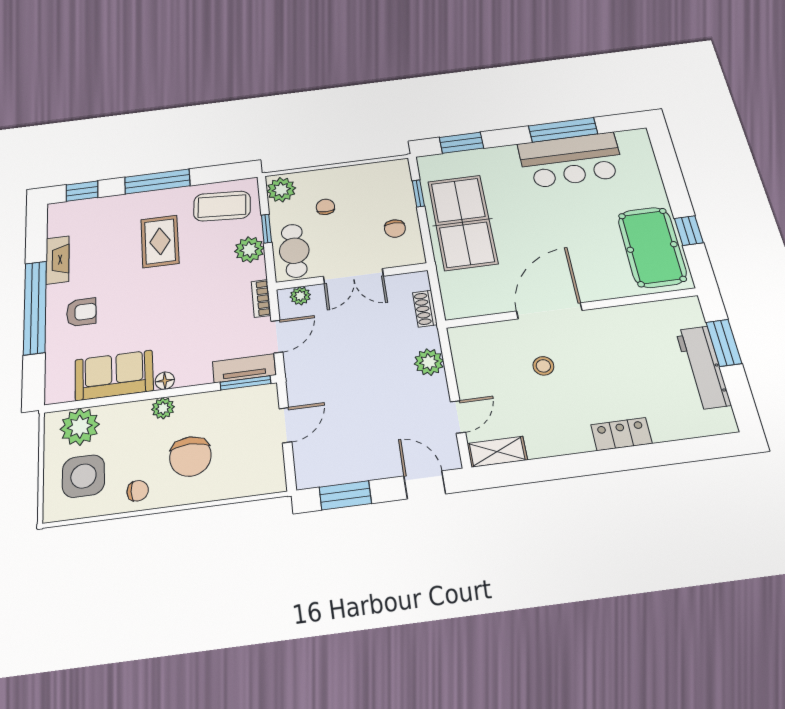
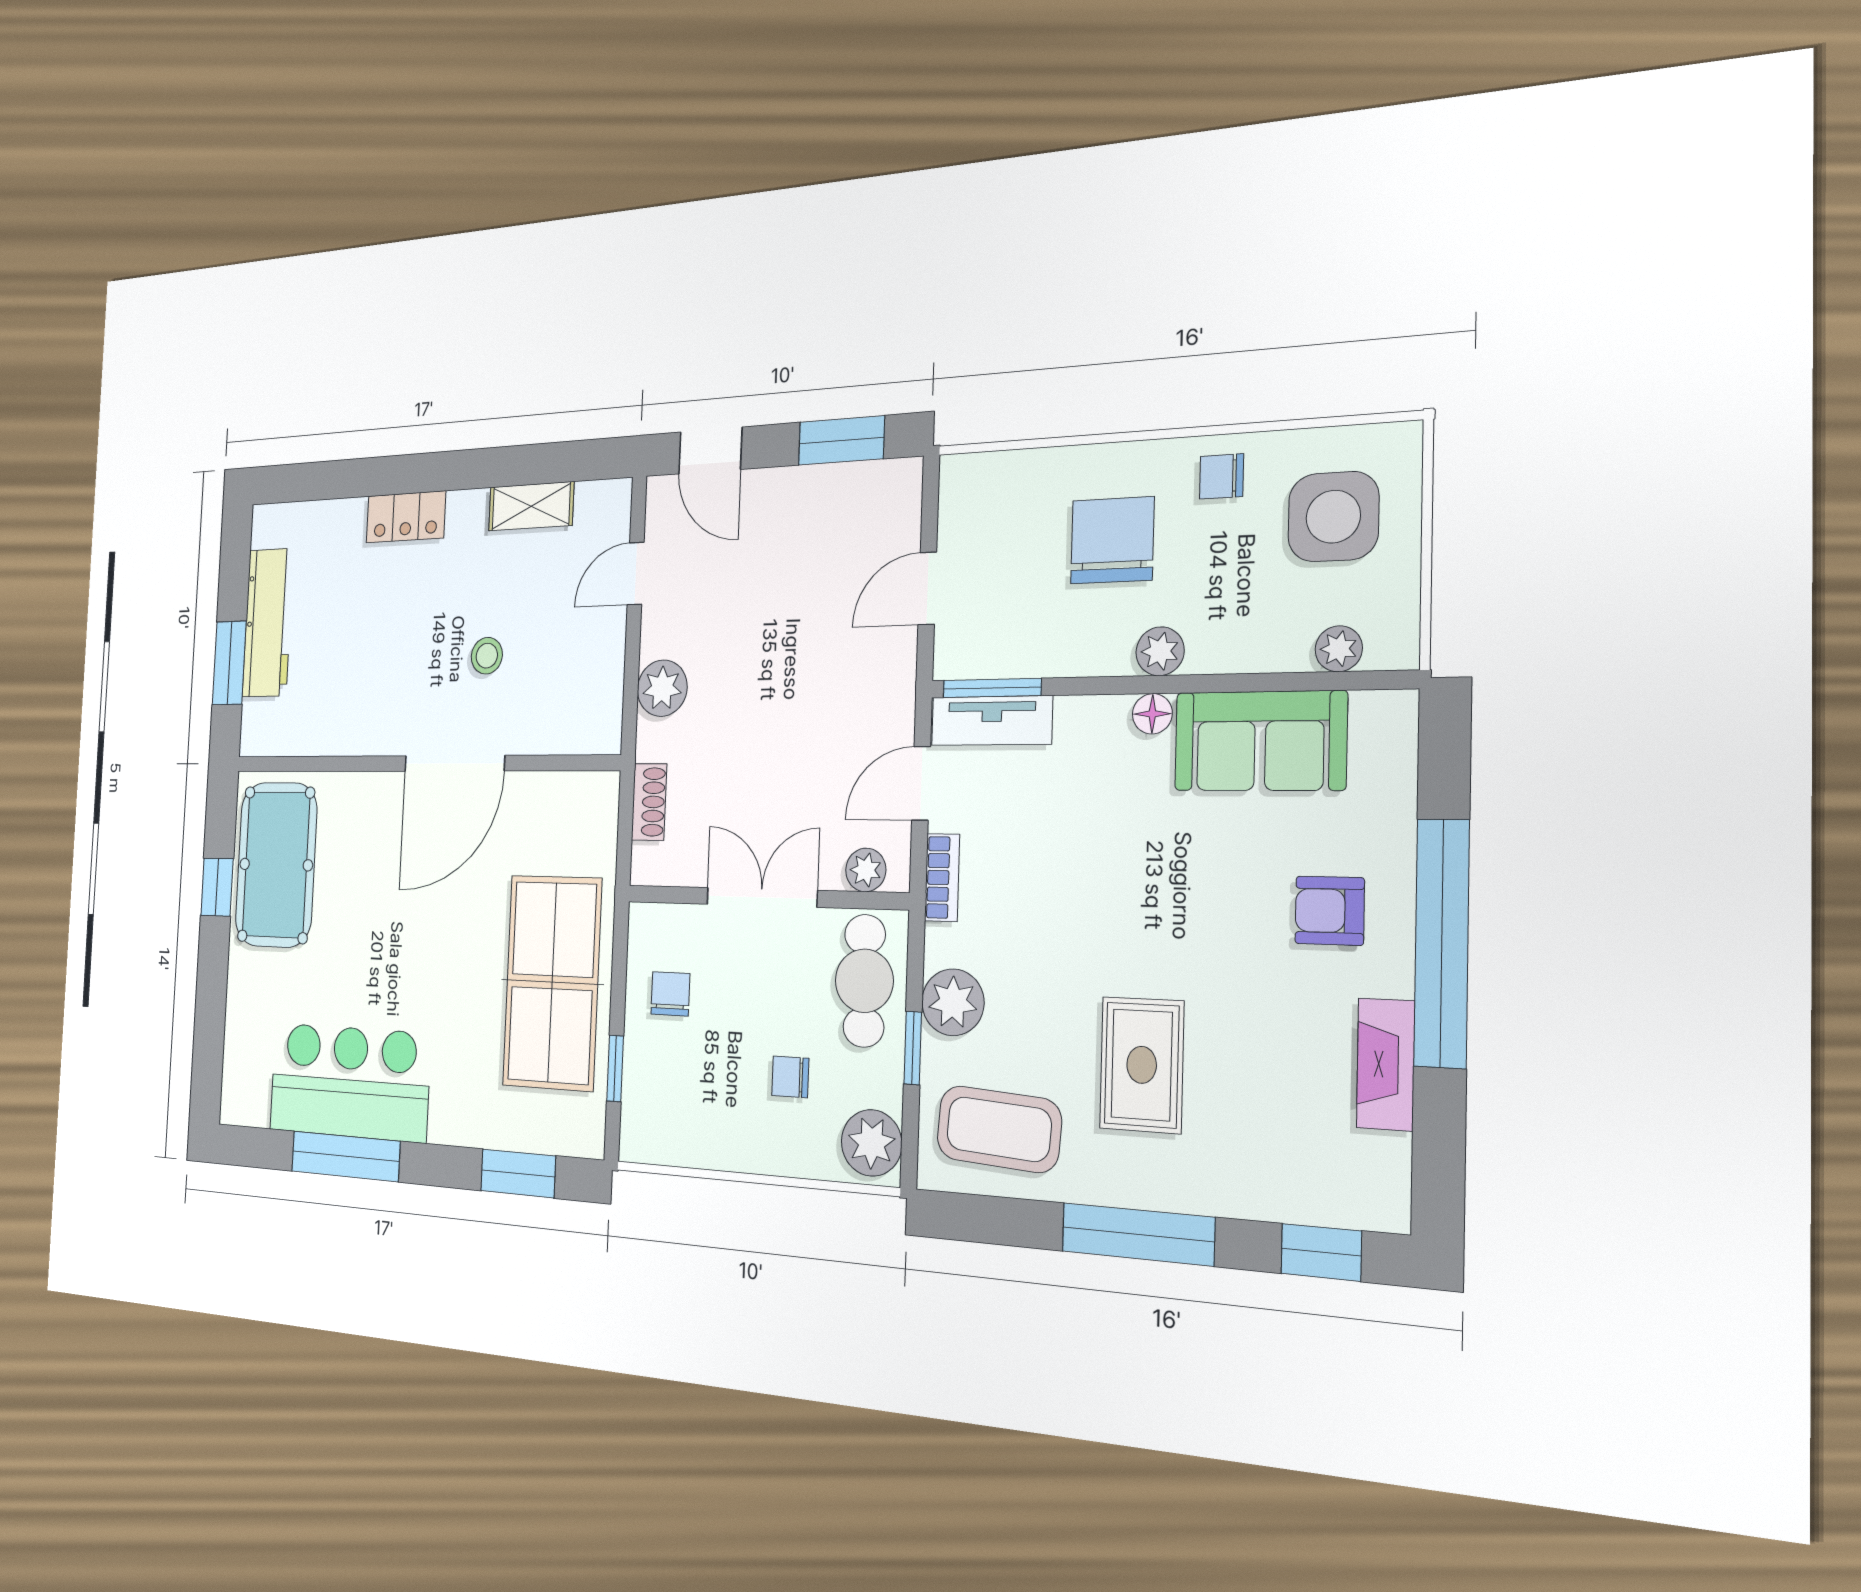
chair: (325, 207) -> (790, 1077), turned 90
plant: (80, 427) -> (1339, 649), width x0.53, depth x0.53
shelving: (497, 452) -> (531, 506), moved

